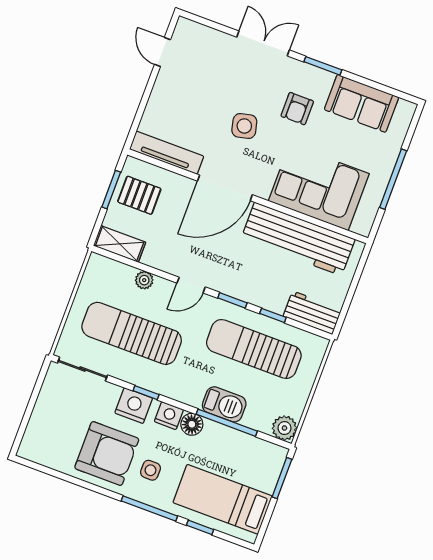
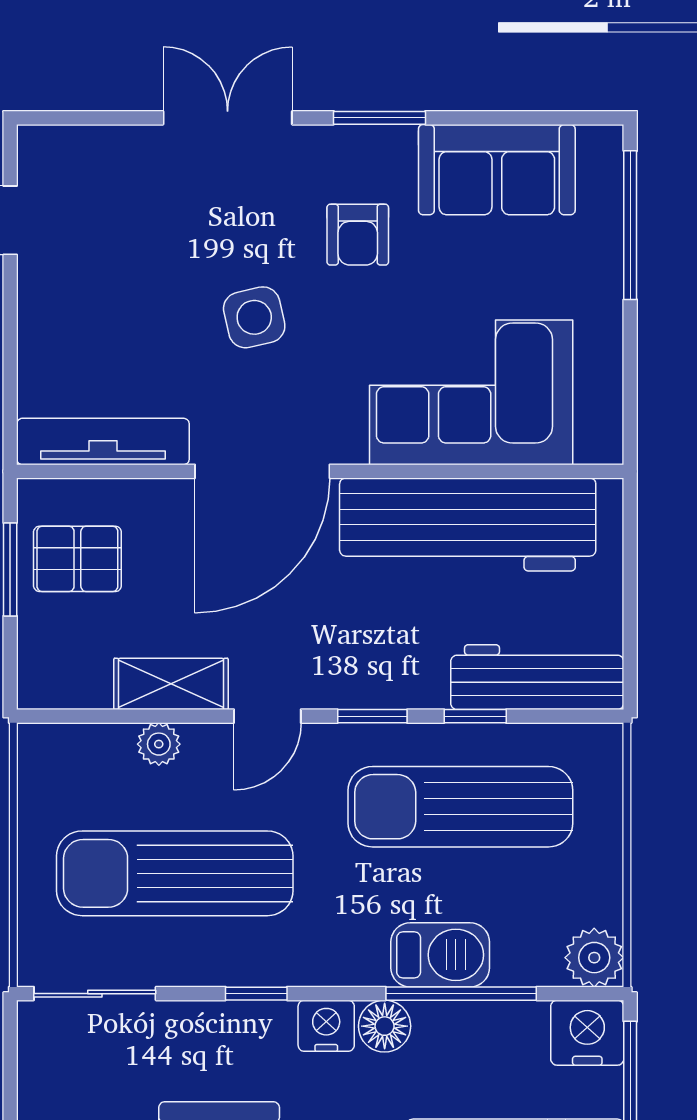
window: (393, 179) -> (630, 225), moved
shelving: (120, 244) -> (171, 684), moved
workbench: (312, 313) -> (537, 677), width x1.38
nightstand: (134, 406) -> (587, 1033), moved

